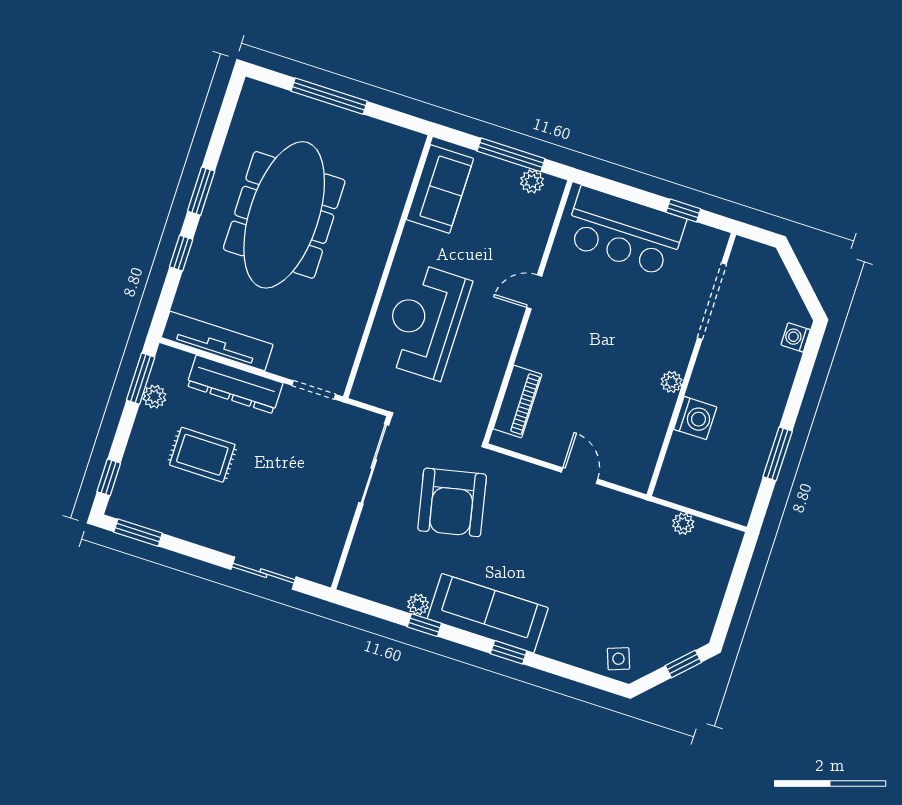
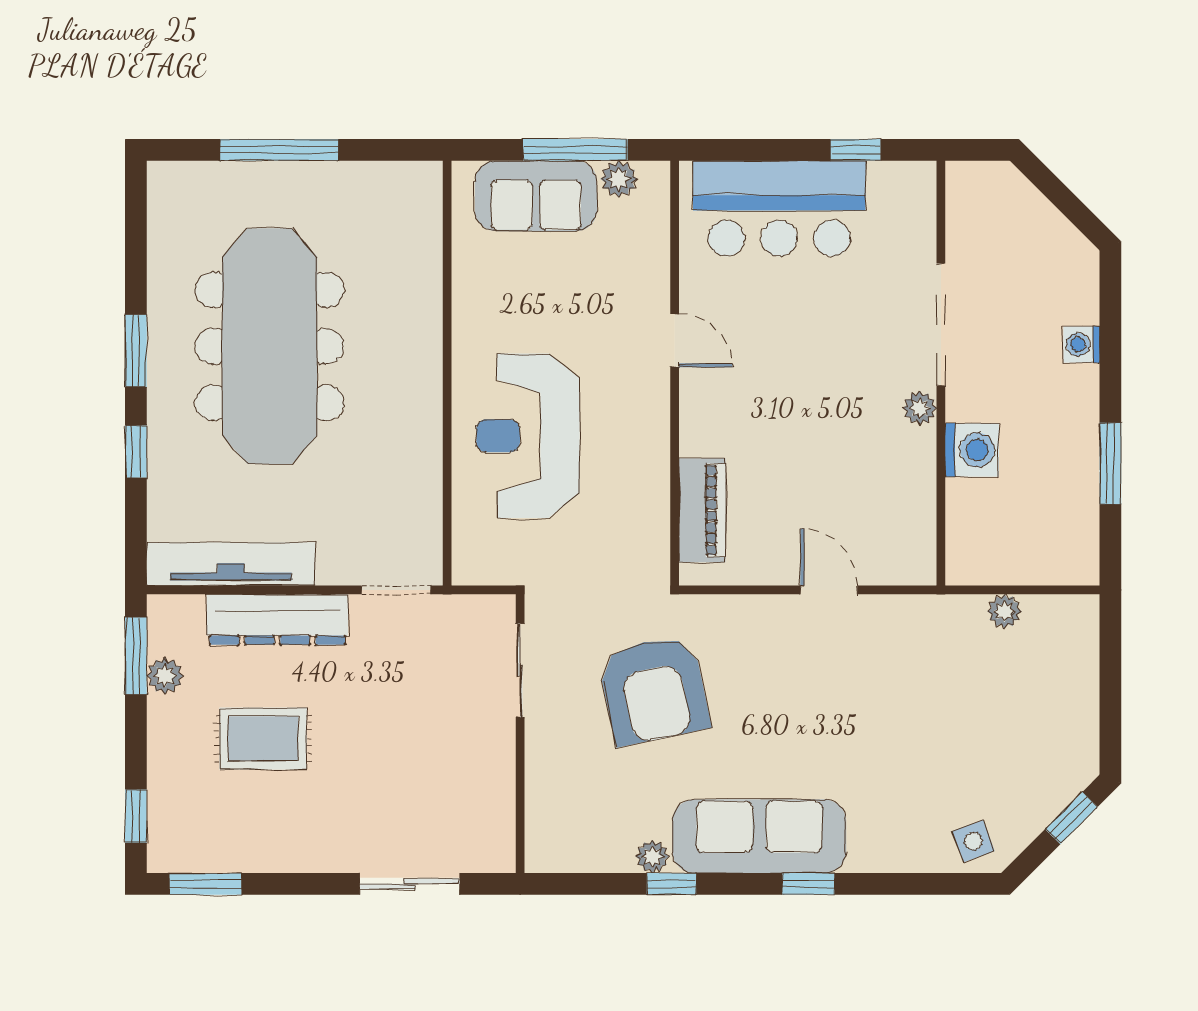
sofa: (440, 189) -> (536, 196), moved, turned 90
door: (534, 292) -> (675, 341), swing flipped
doorway: (712, 301) -> (941, 325), moved
washing machine: (796, 337) -> (1082, 345), moved
sliding door: (374, 464) -> (520, 670), width x0.73

